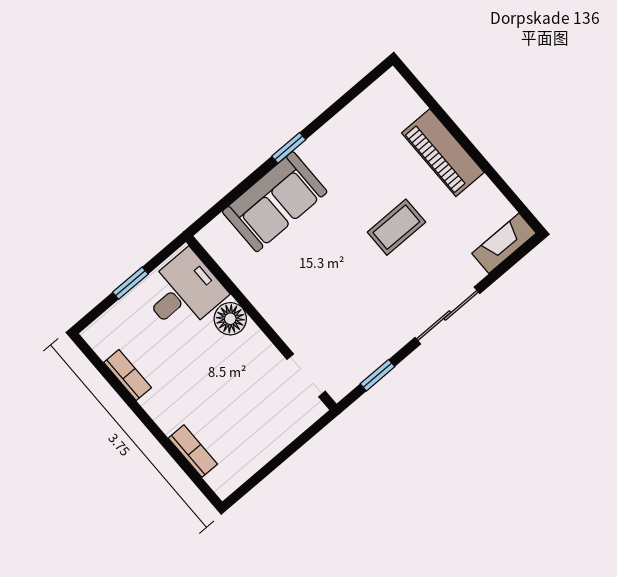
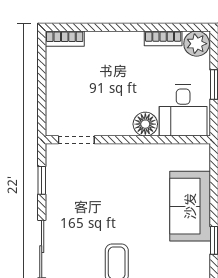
plant: (104, 336) -> (197, 44), added
bookcase: (193, 451) -> (65, 39), moved

